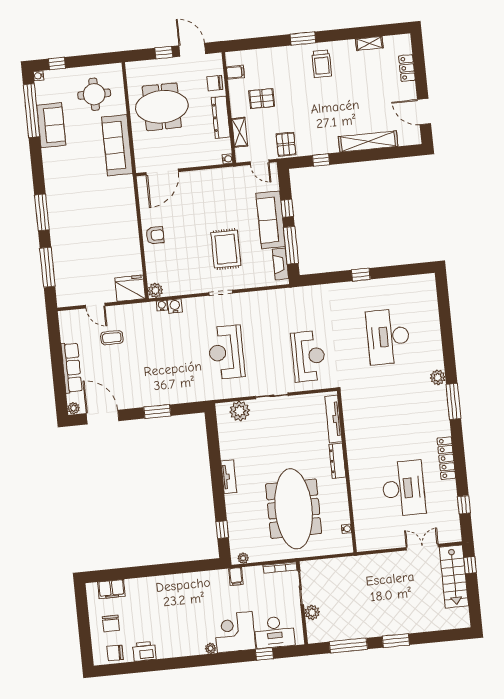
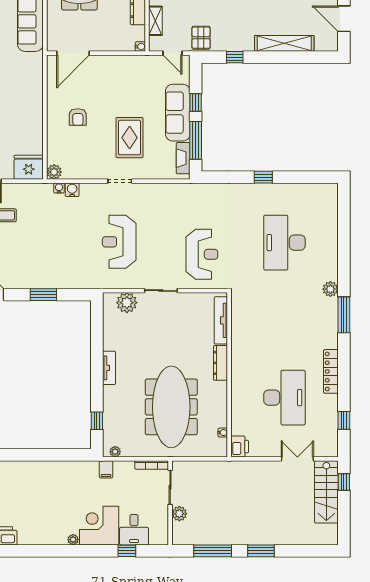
armchair: (155, 235) -> (78, 117), moved, turned 90
printer: (364, 541) -> (240, 447), added
desk: (274, 632) -> (134, 530), width x0.73

